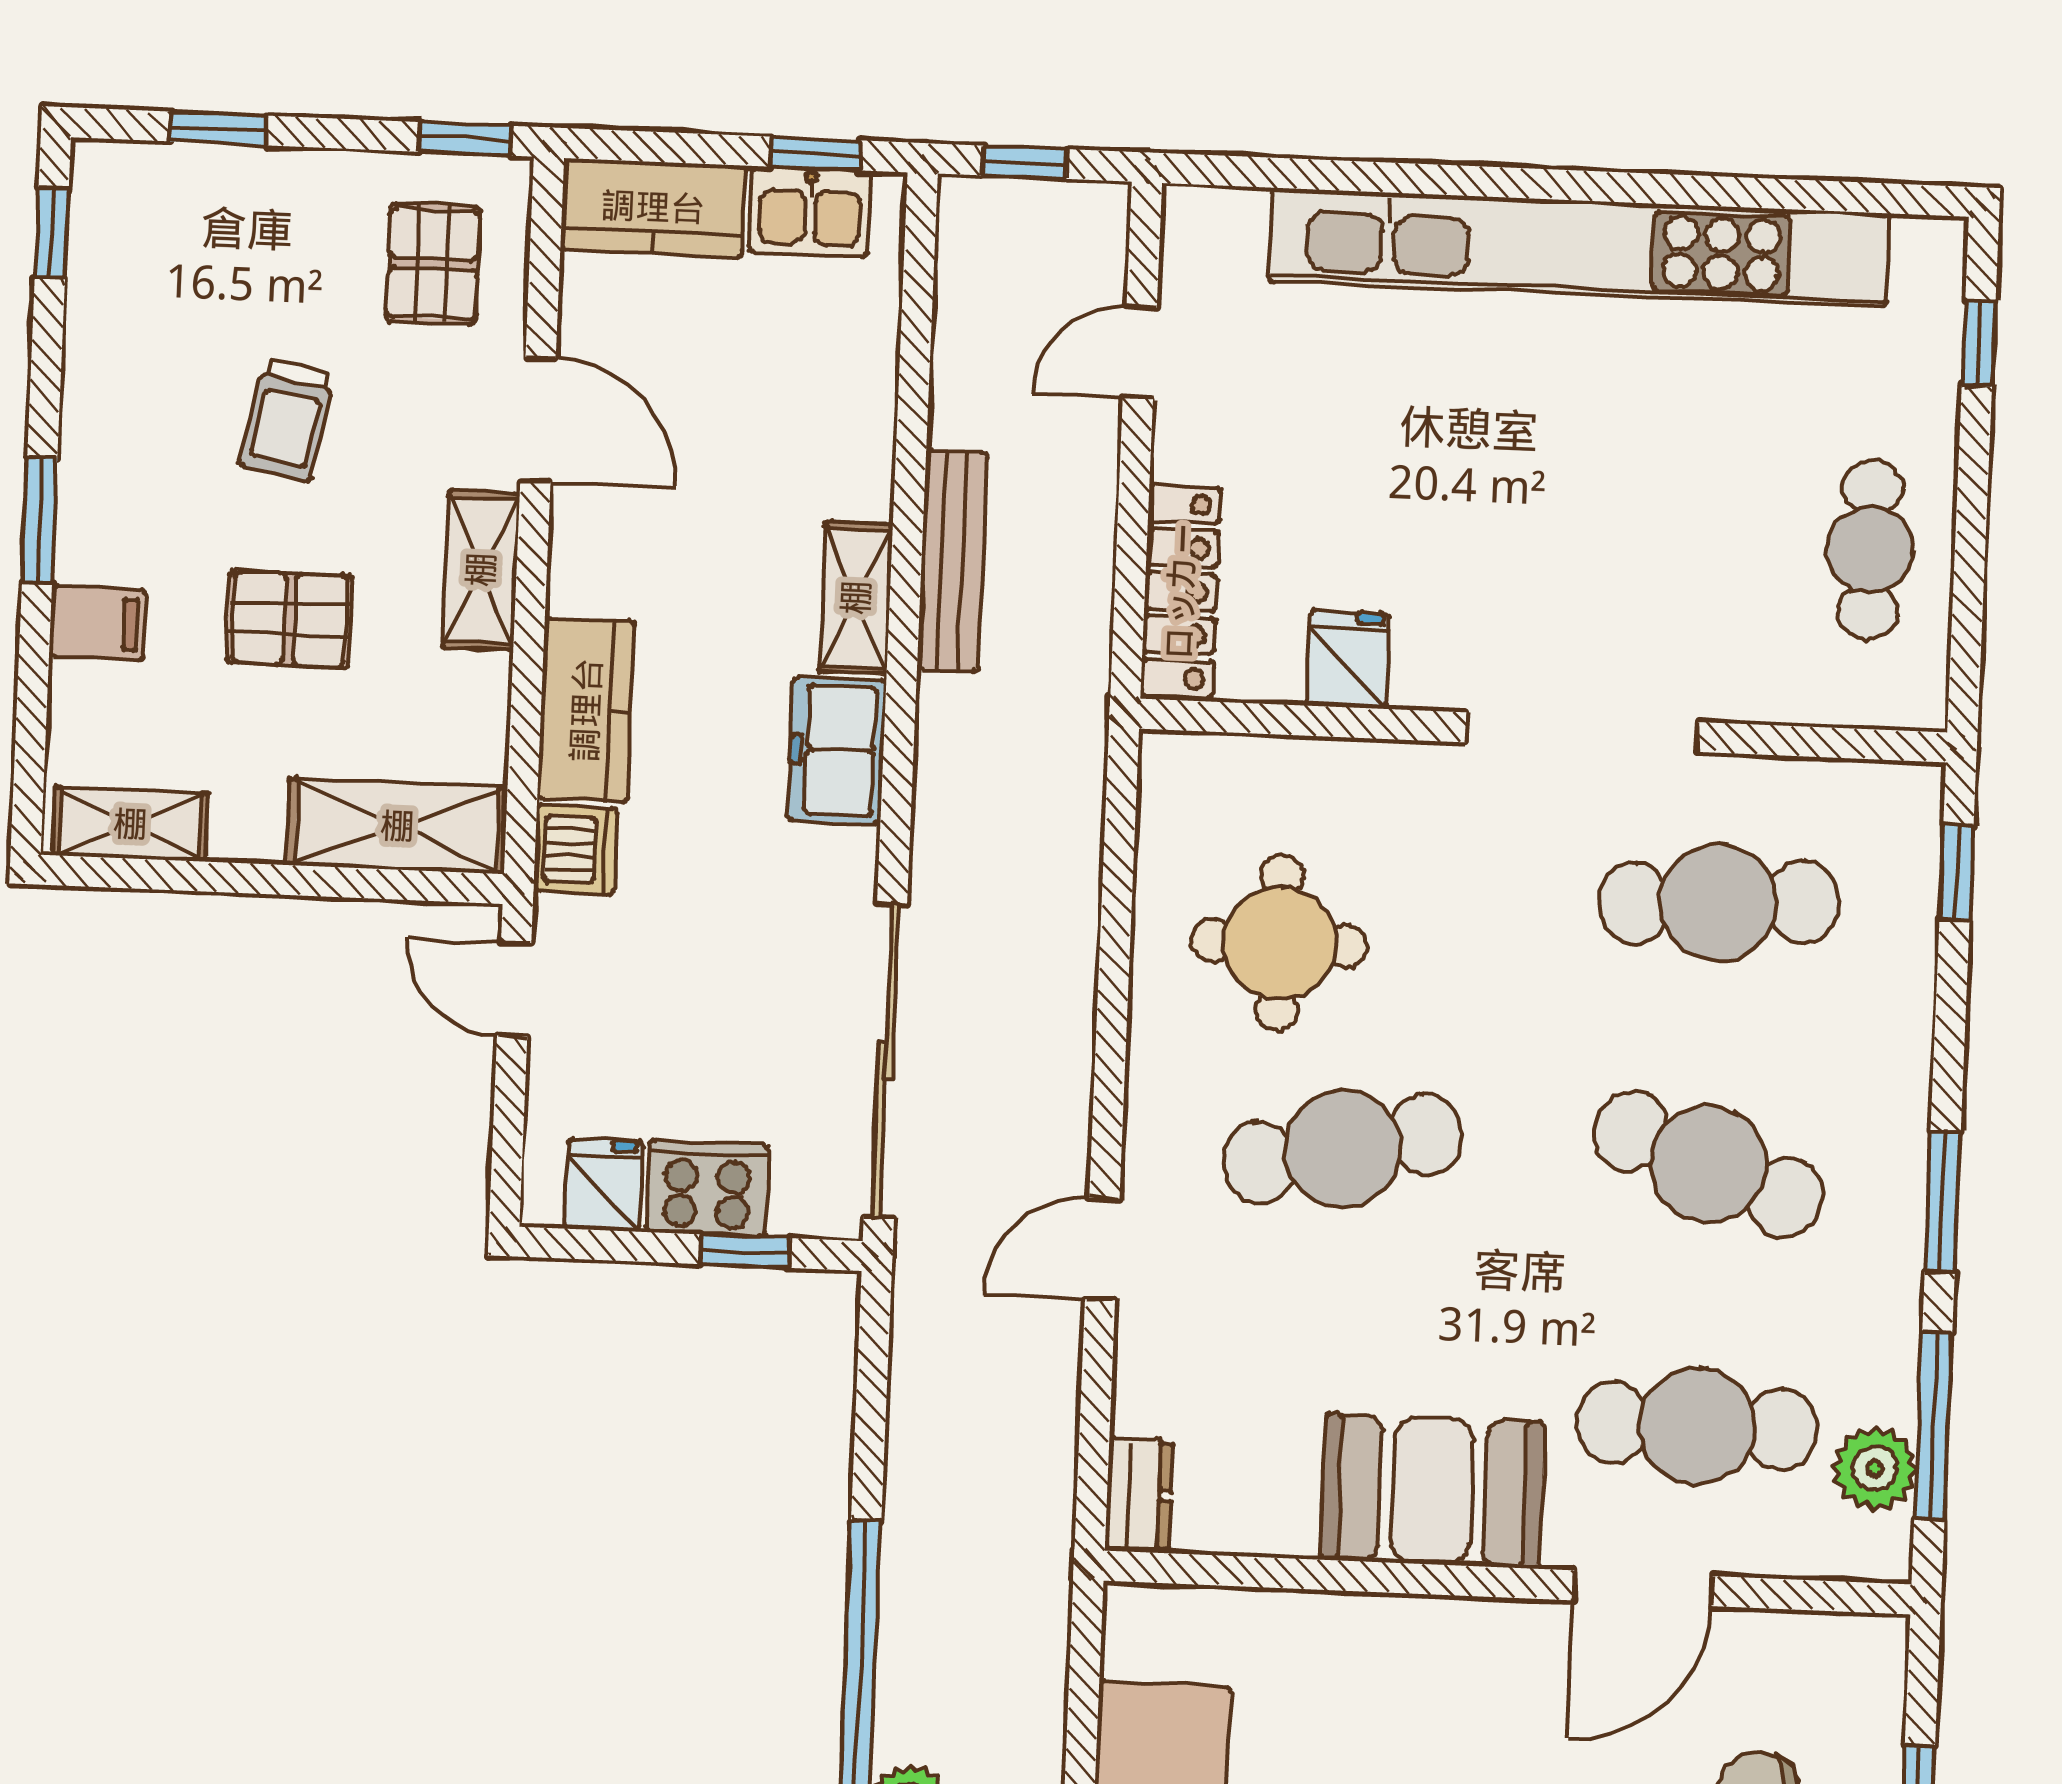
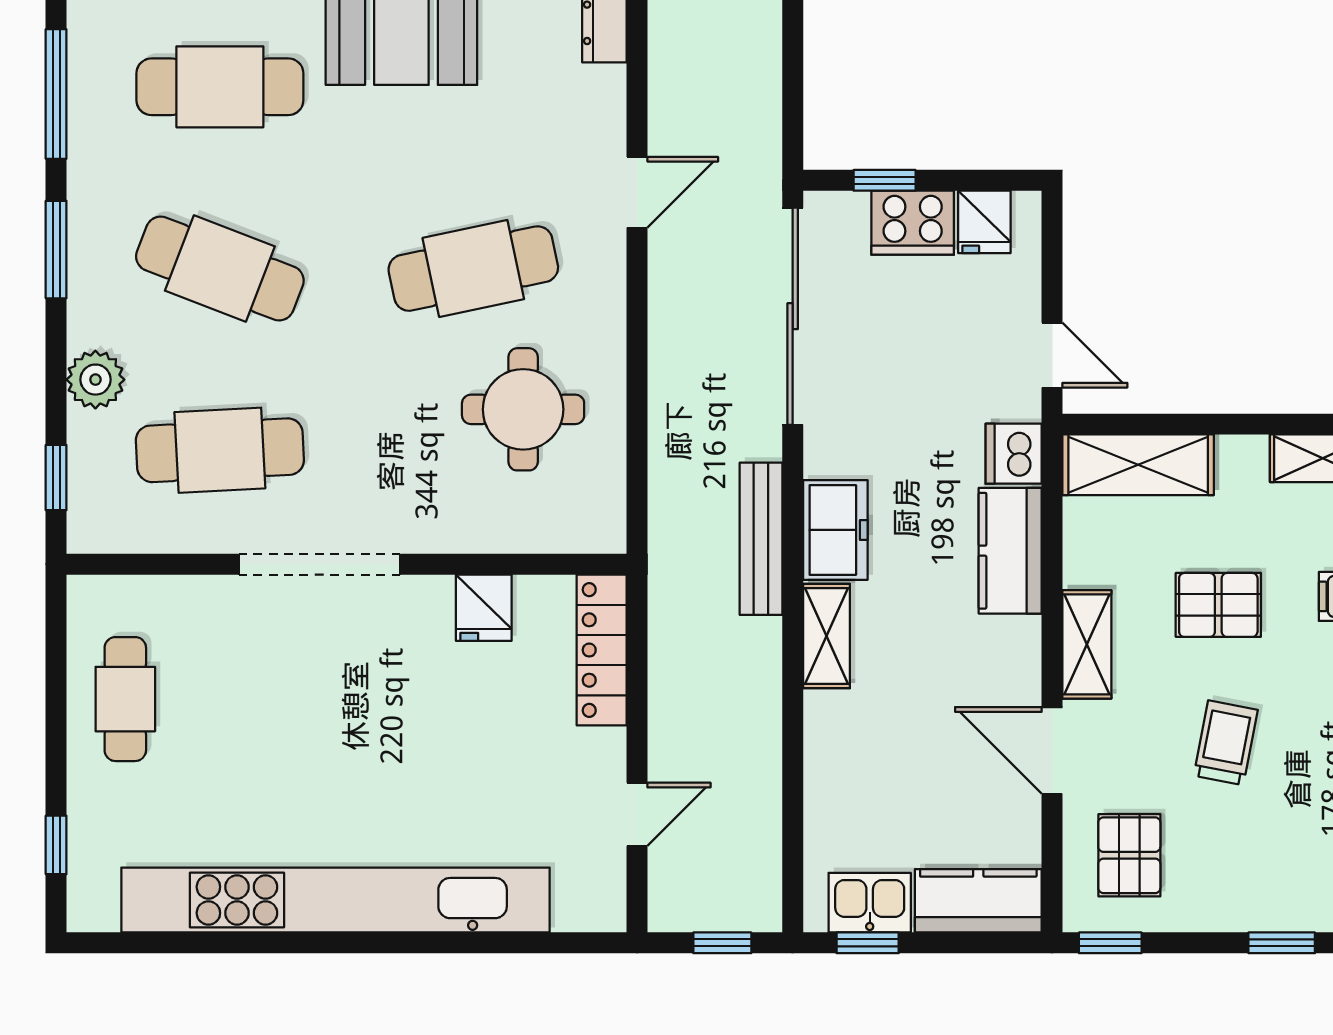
bench: (952, 561) -> (761, 539), moved
plant: (1875, 1468) -> (95, 380), moved

